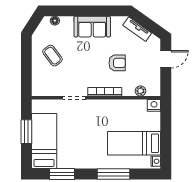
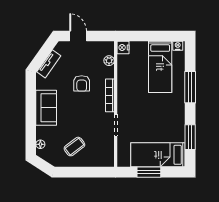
armchair: (117, 63) -> (82, 83), turned 180

